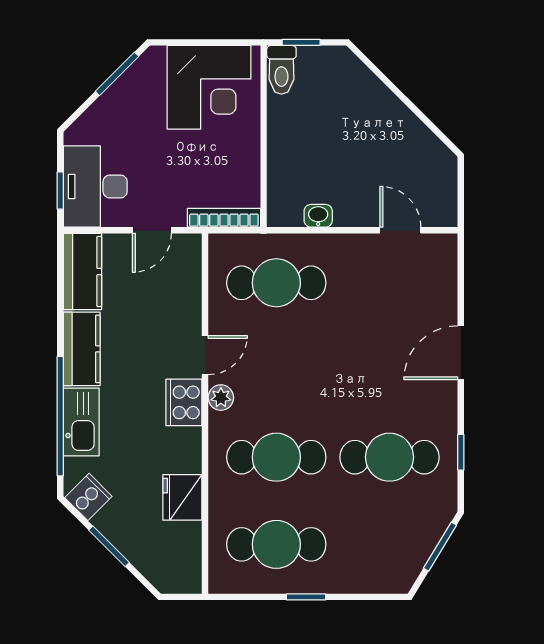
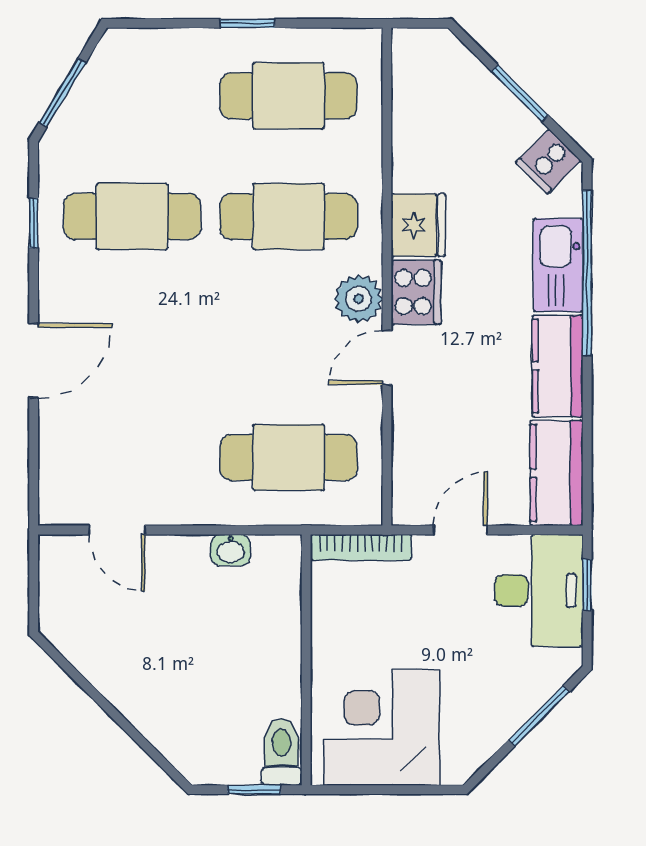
window: (117, 74) -> (539, 716), moved
plant: (221, 398) -> (359, 299), width x1.38, depth x1.38
fridge: (182, 497) -> (418, 225), moved

